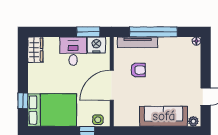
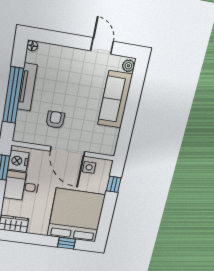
tv unit: (138, 42) -> (27, 87), moved
bed: (52, 110) -> (76, 215), width x1.36
side table: (98, 120) -> (89, 167), moved

